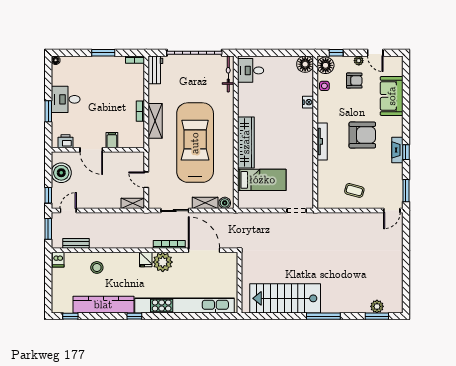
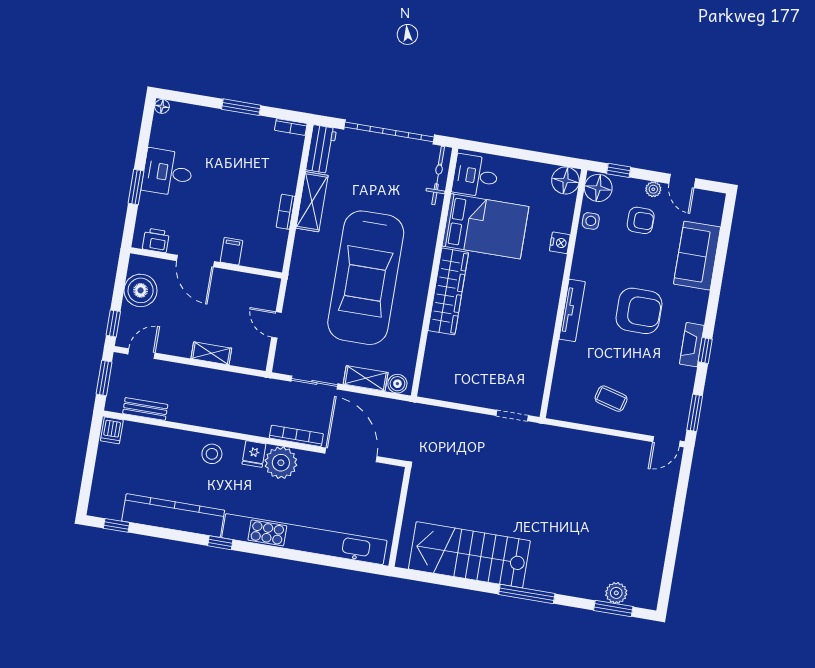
shelving: (155, 121) -> (312, 202), moved
car: (195, 143) -> (366, 278), turned 180
bed: (262, 180) -> (485, 226), moved, width x1.50
shelving: (133, 203) -> (211, 353), moved
stool: (97, 267) -> (212, 454), moved

